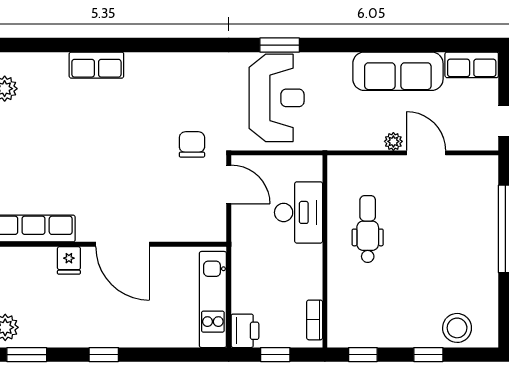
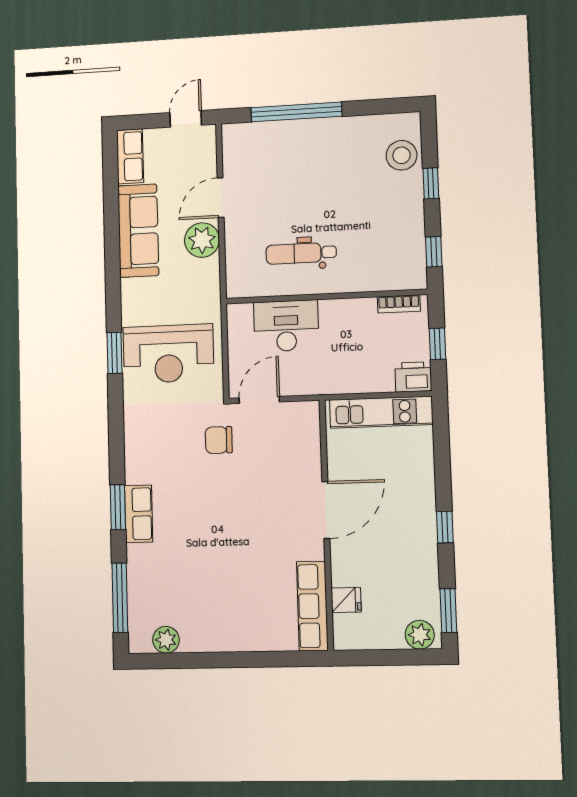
window: (45, 45) -> (120, 598), added
window: (131, 45) -> (118, 507), added
row of seats: (96, 65) -> (139, 514), moved
reception desk: (277, 98) -> (168, 354), turned 180
plant: (393, 141) -> (202, 240), width x1.87, depth x1.87
fridge: (69, 260) -> (346, 600), moved

